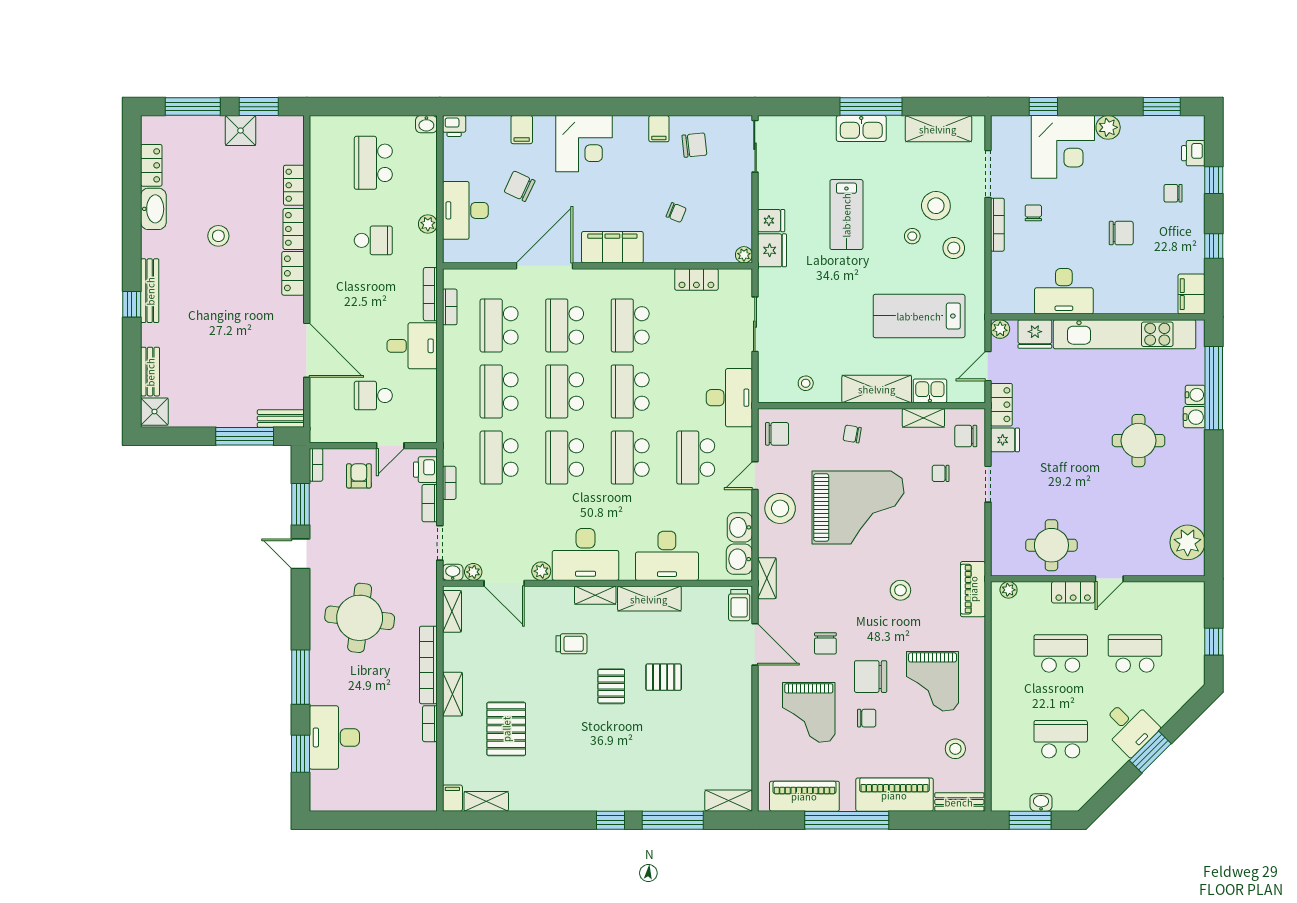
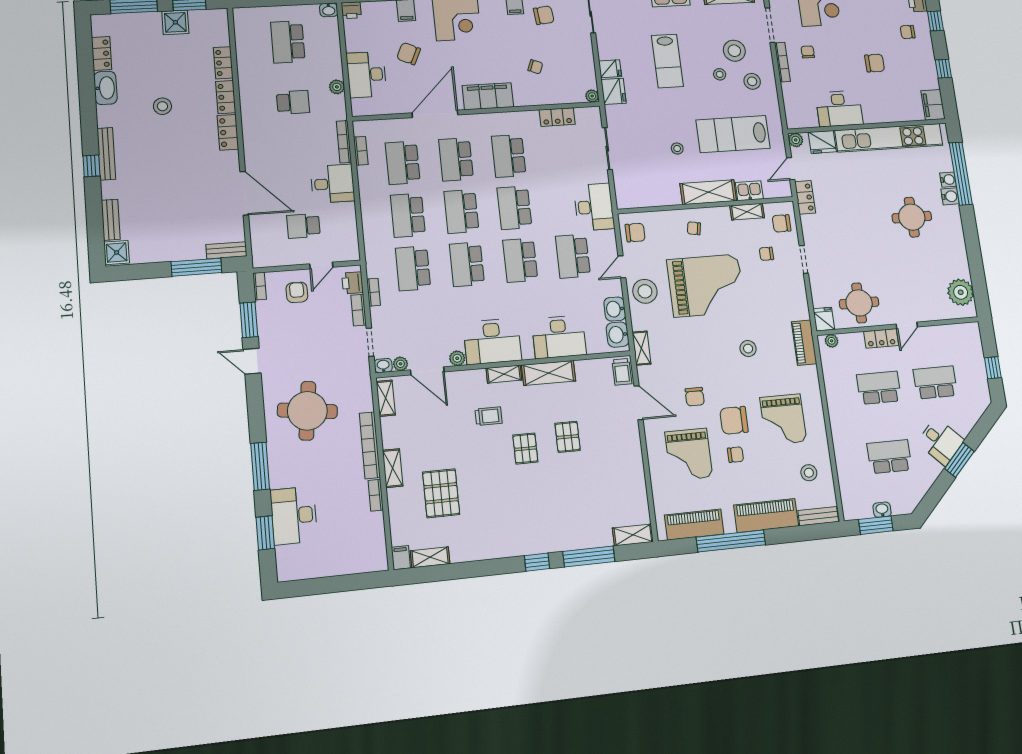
stool: (806, 383) -> (677, 149), moved
fridge: (1005, 440) -> (824, 319), moved, turned -90
pallet: (664, 677) -> (568, 437), turned 90

